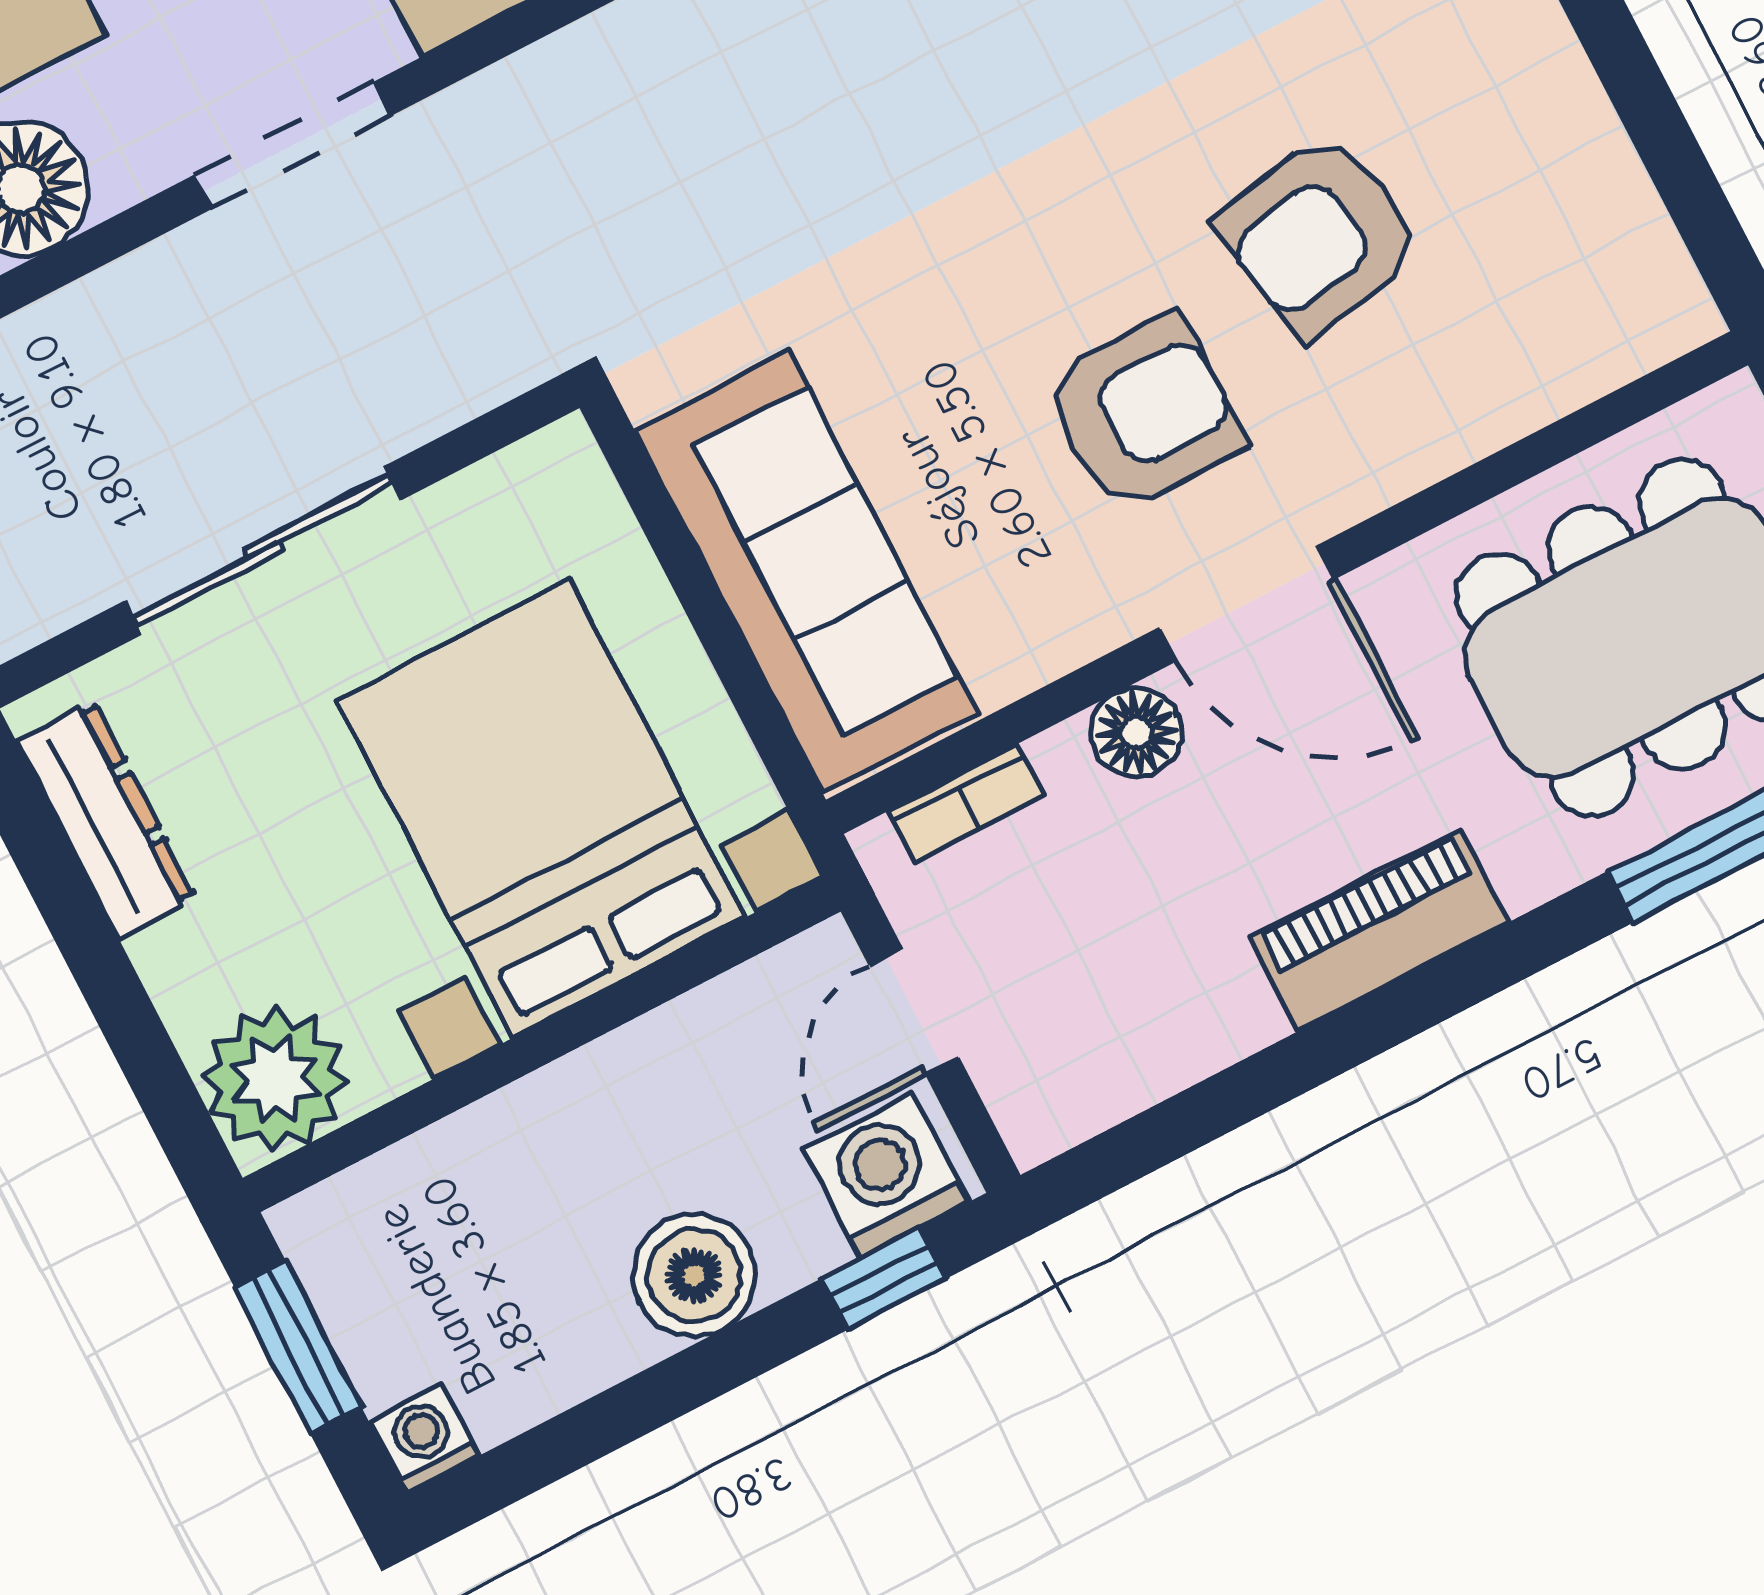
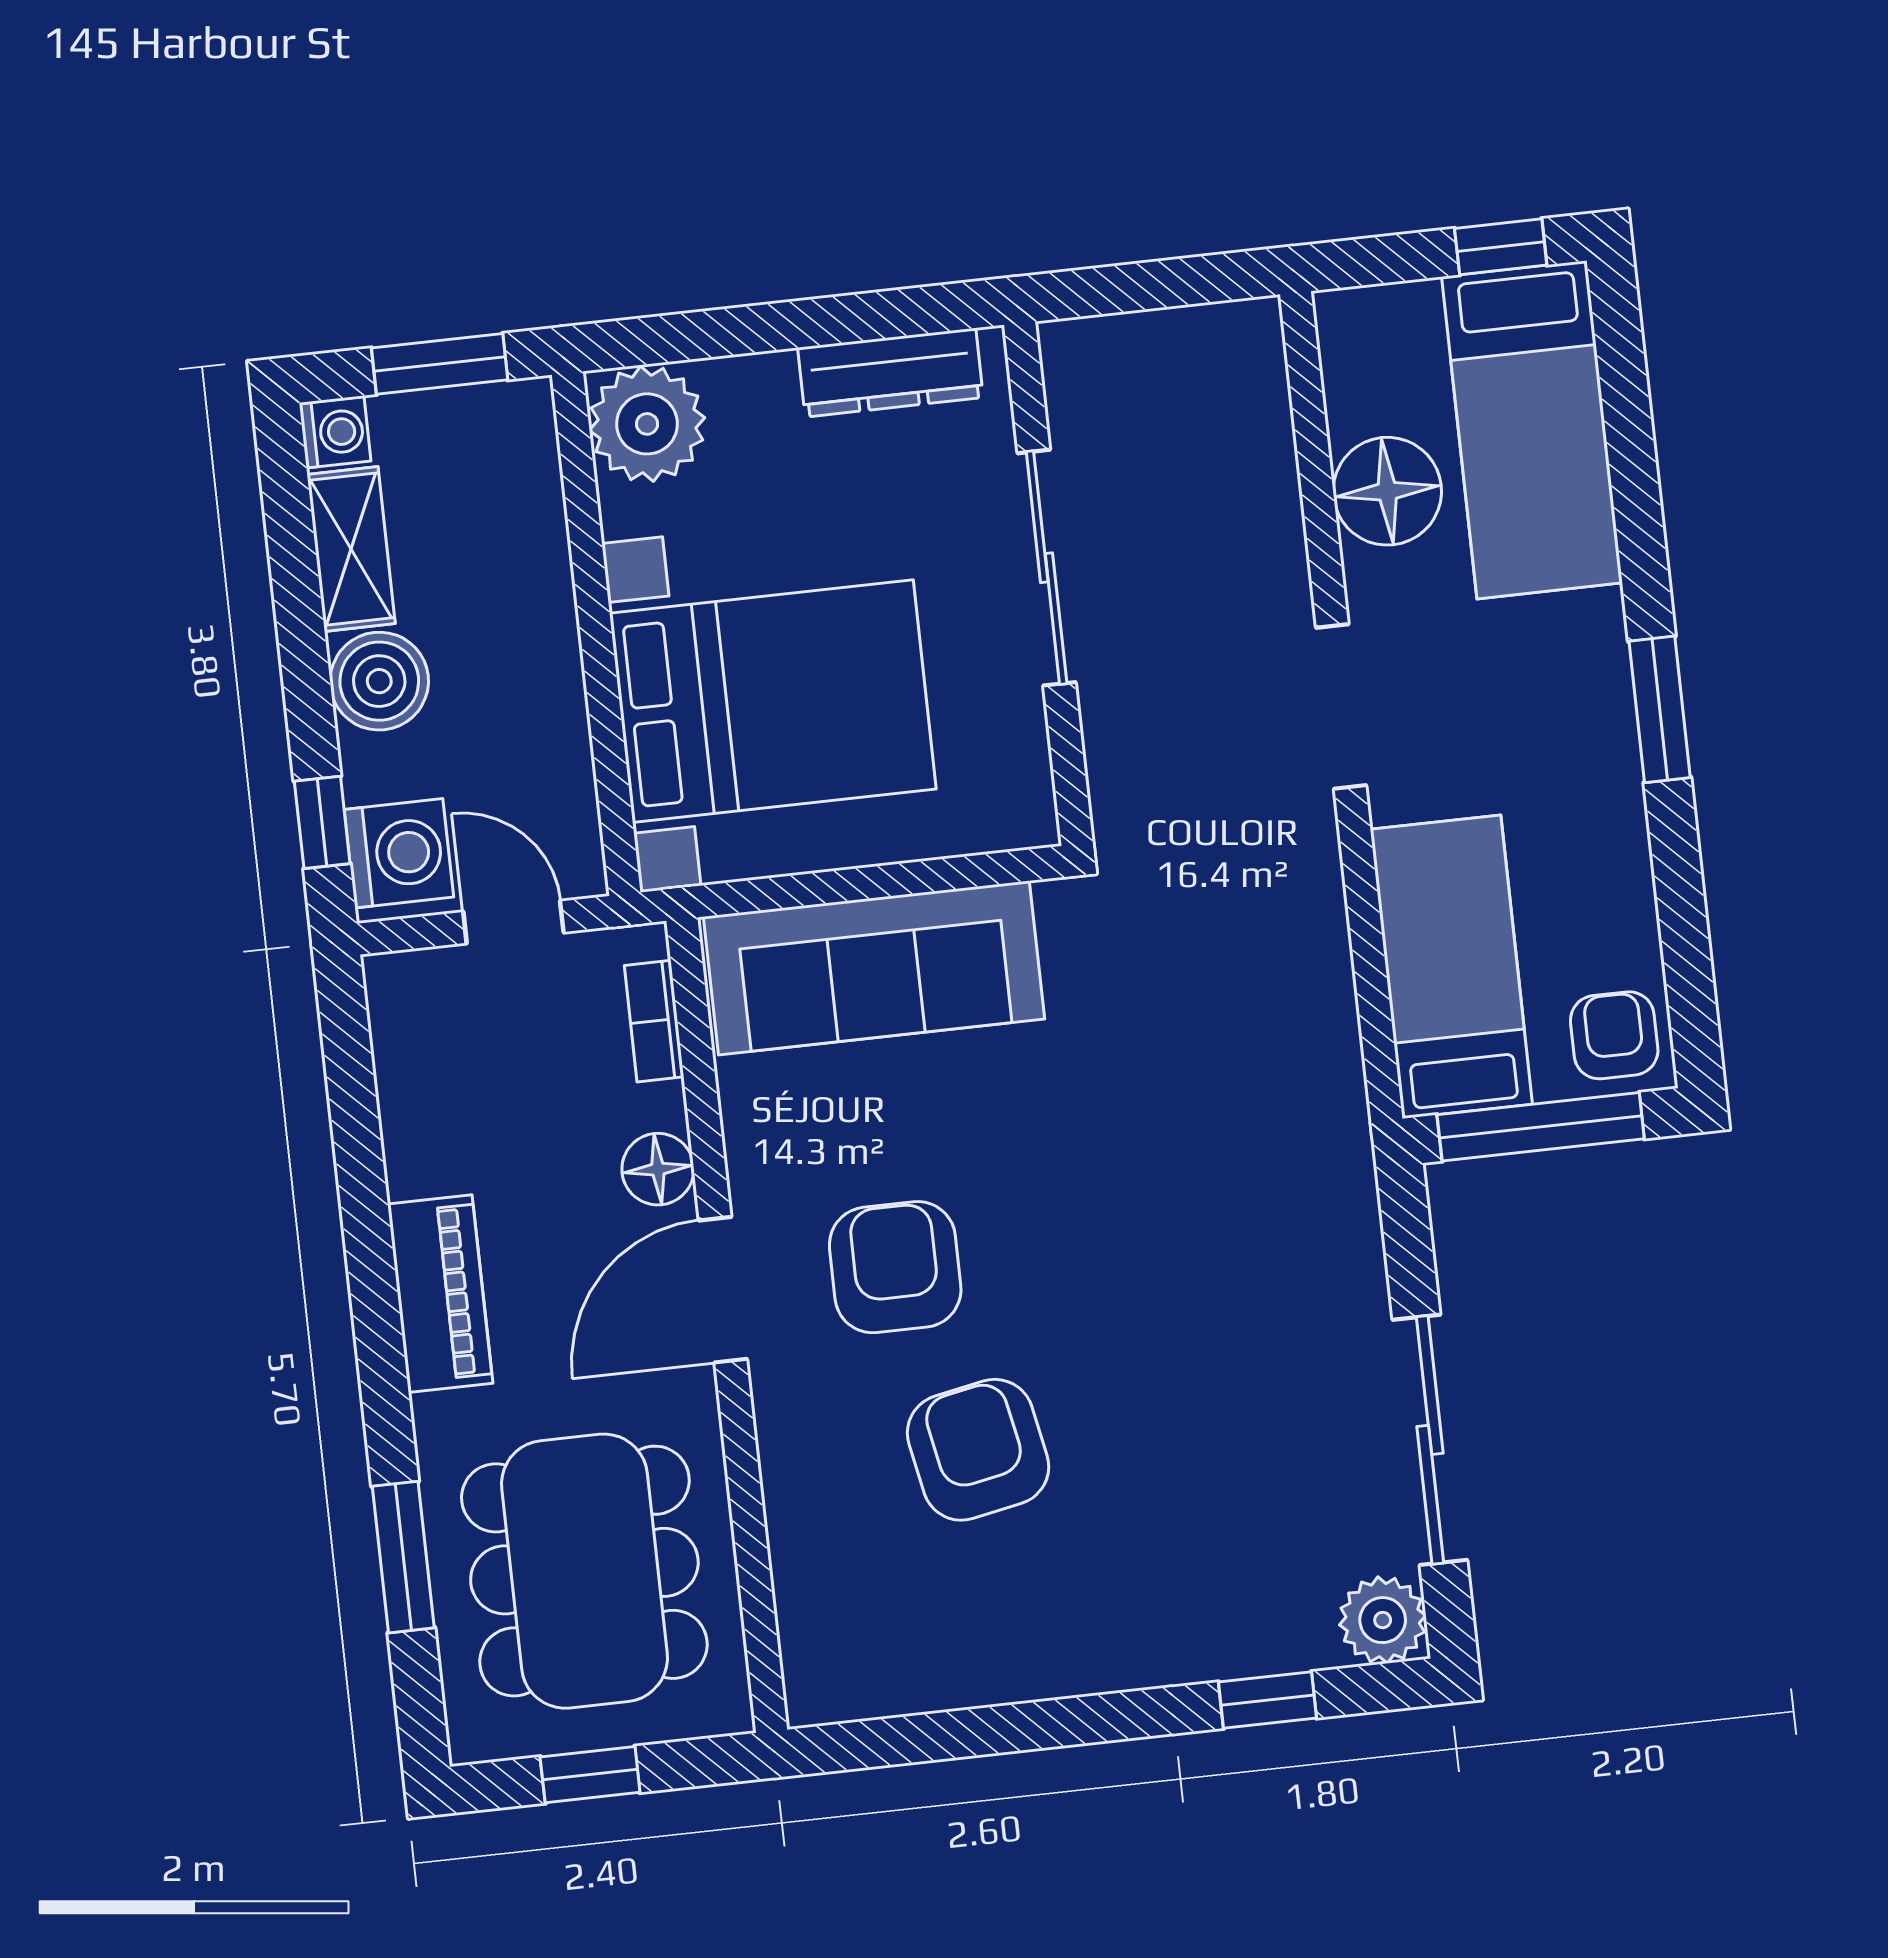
armchair: (1144, 413) -> (895, 1267), turned 180
shelving: (553, 1368) -> (351, 549), added

